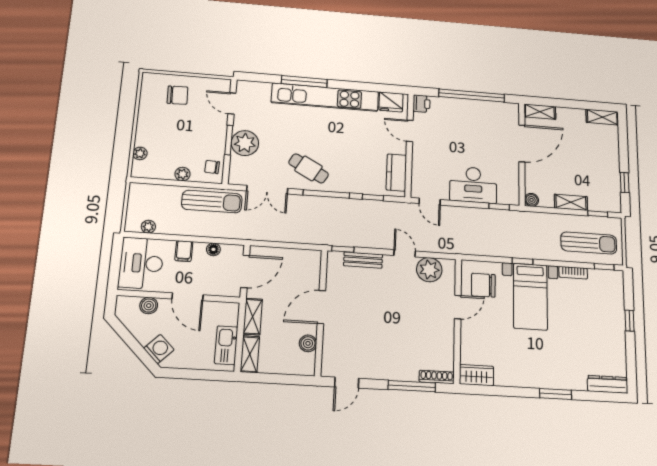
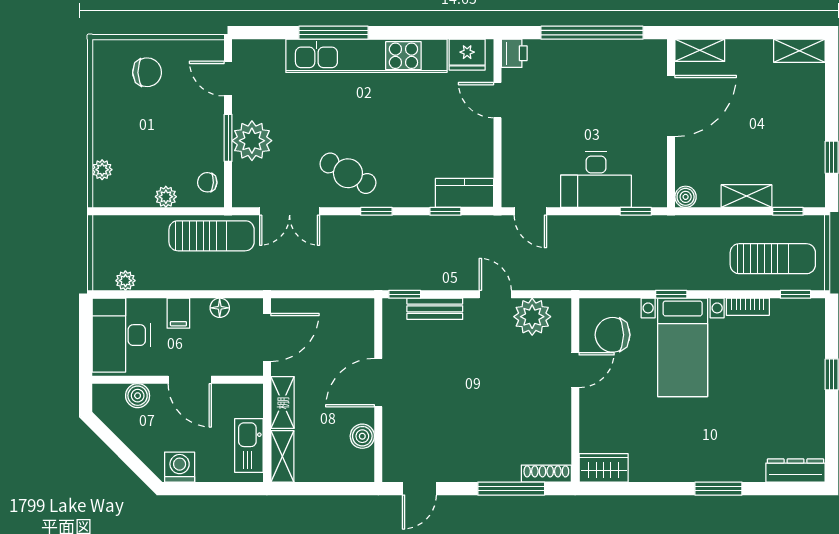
kitchen counter: (396, 173) -> (465, 193), moved, turned 90
window: (326, 194) -> (376, 211), width x0.46
washing machine: (159, 349) -> (180, 467), moved, turned -45

